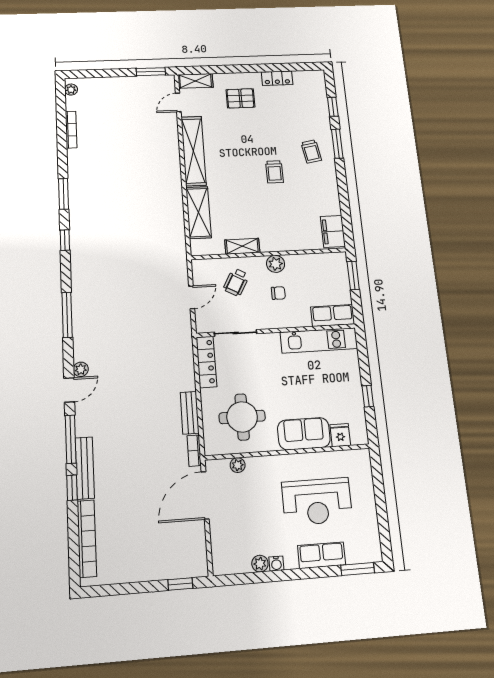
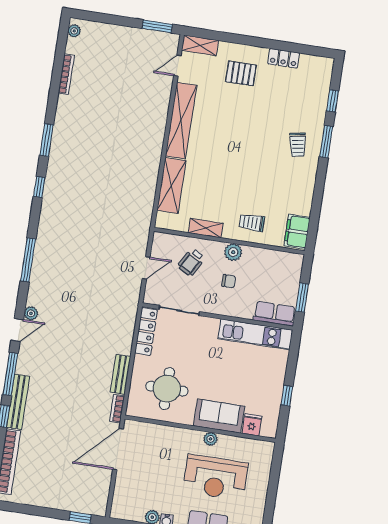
trolley: (274, 172) -> (252, 223), moved, turned 90
window: (353, 276) -> (302, 298), moved
plant: (238, 465) -> (210, 439), moved

